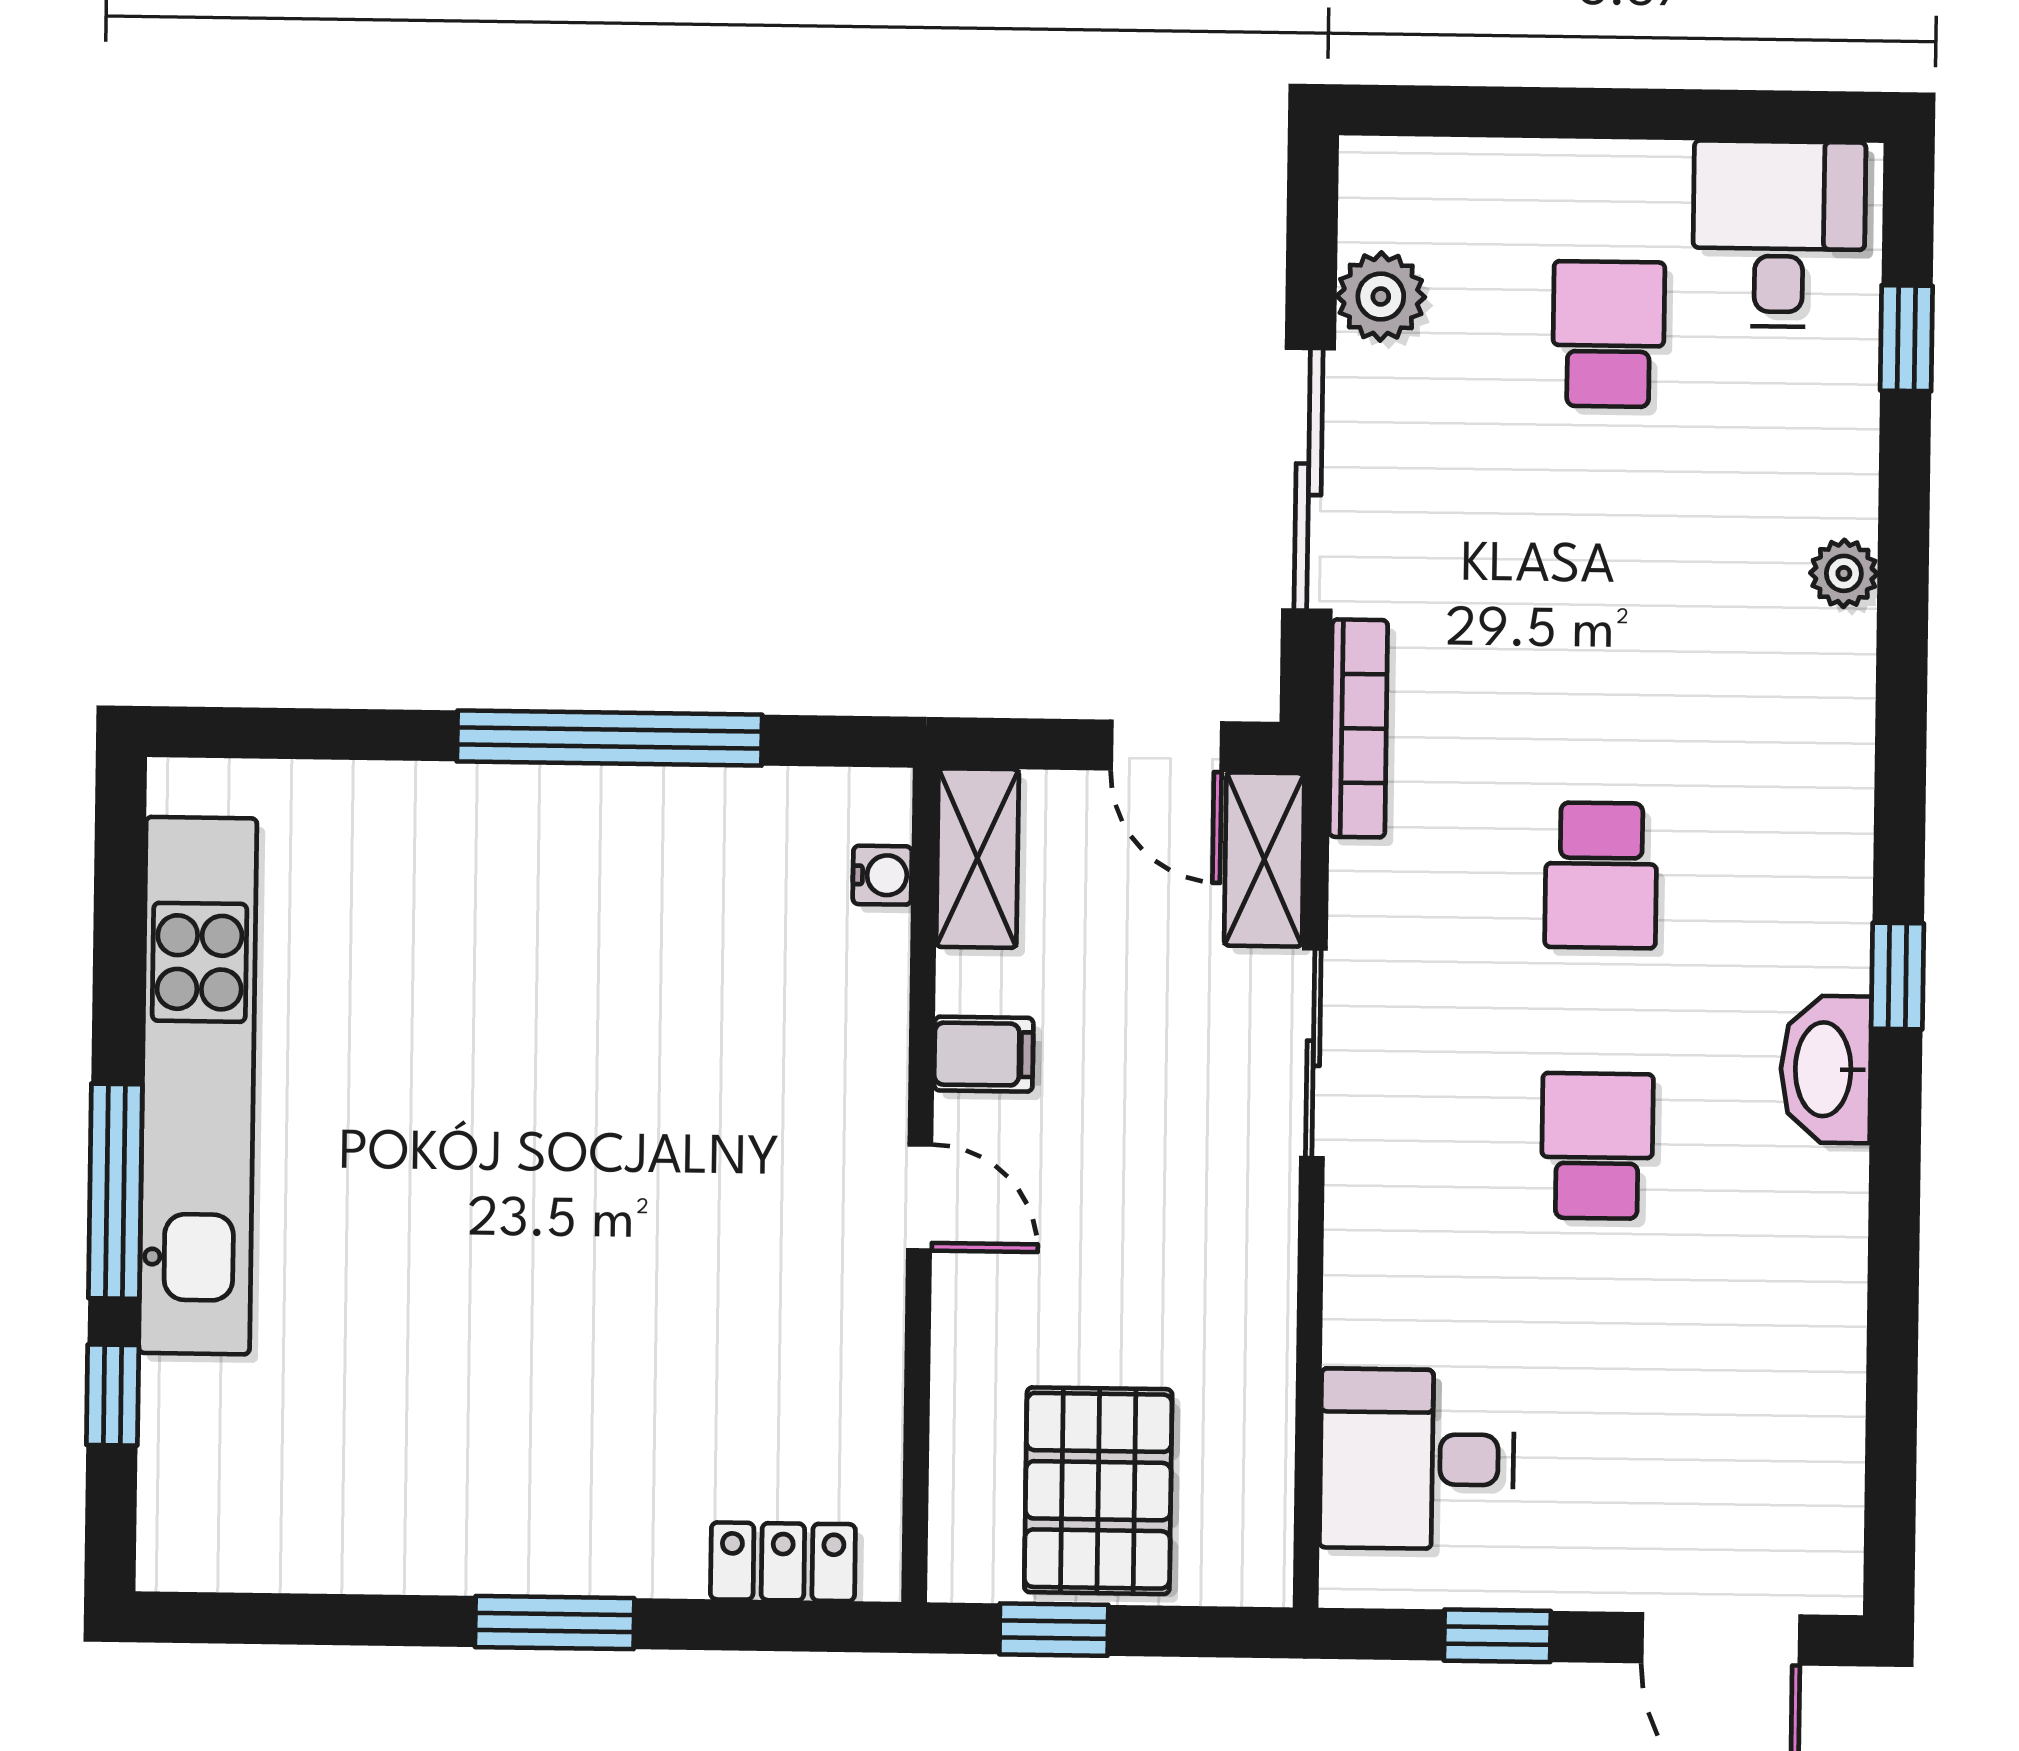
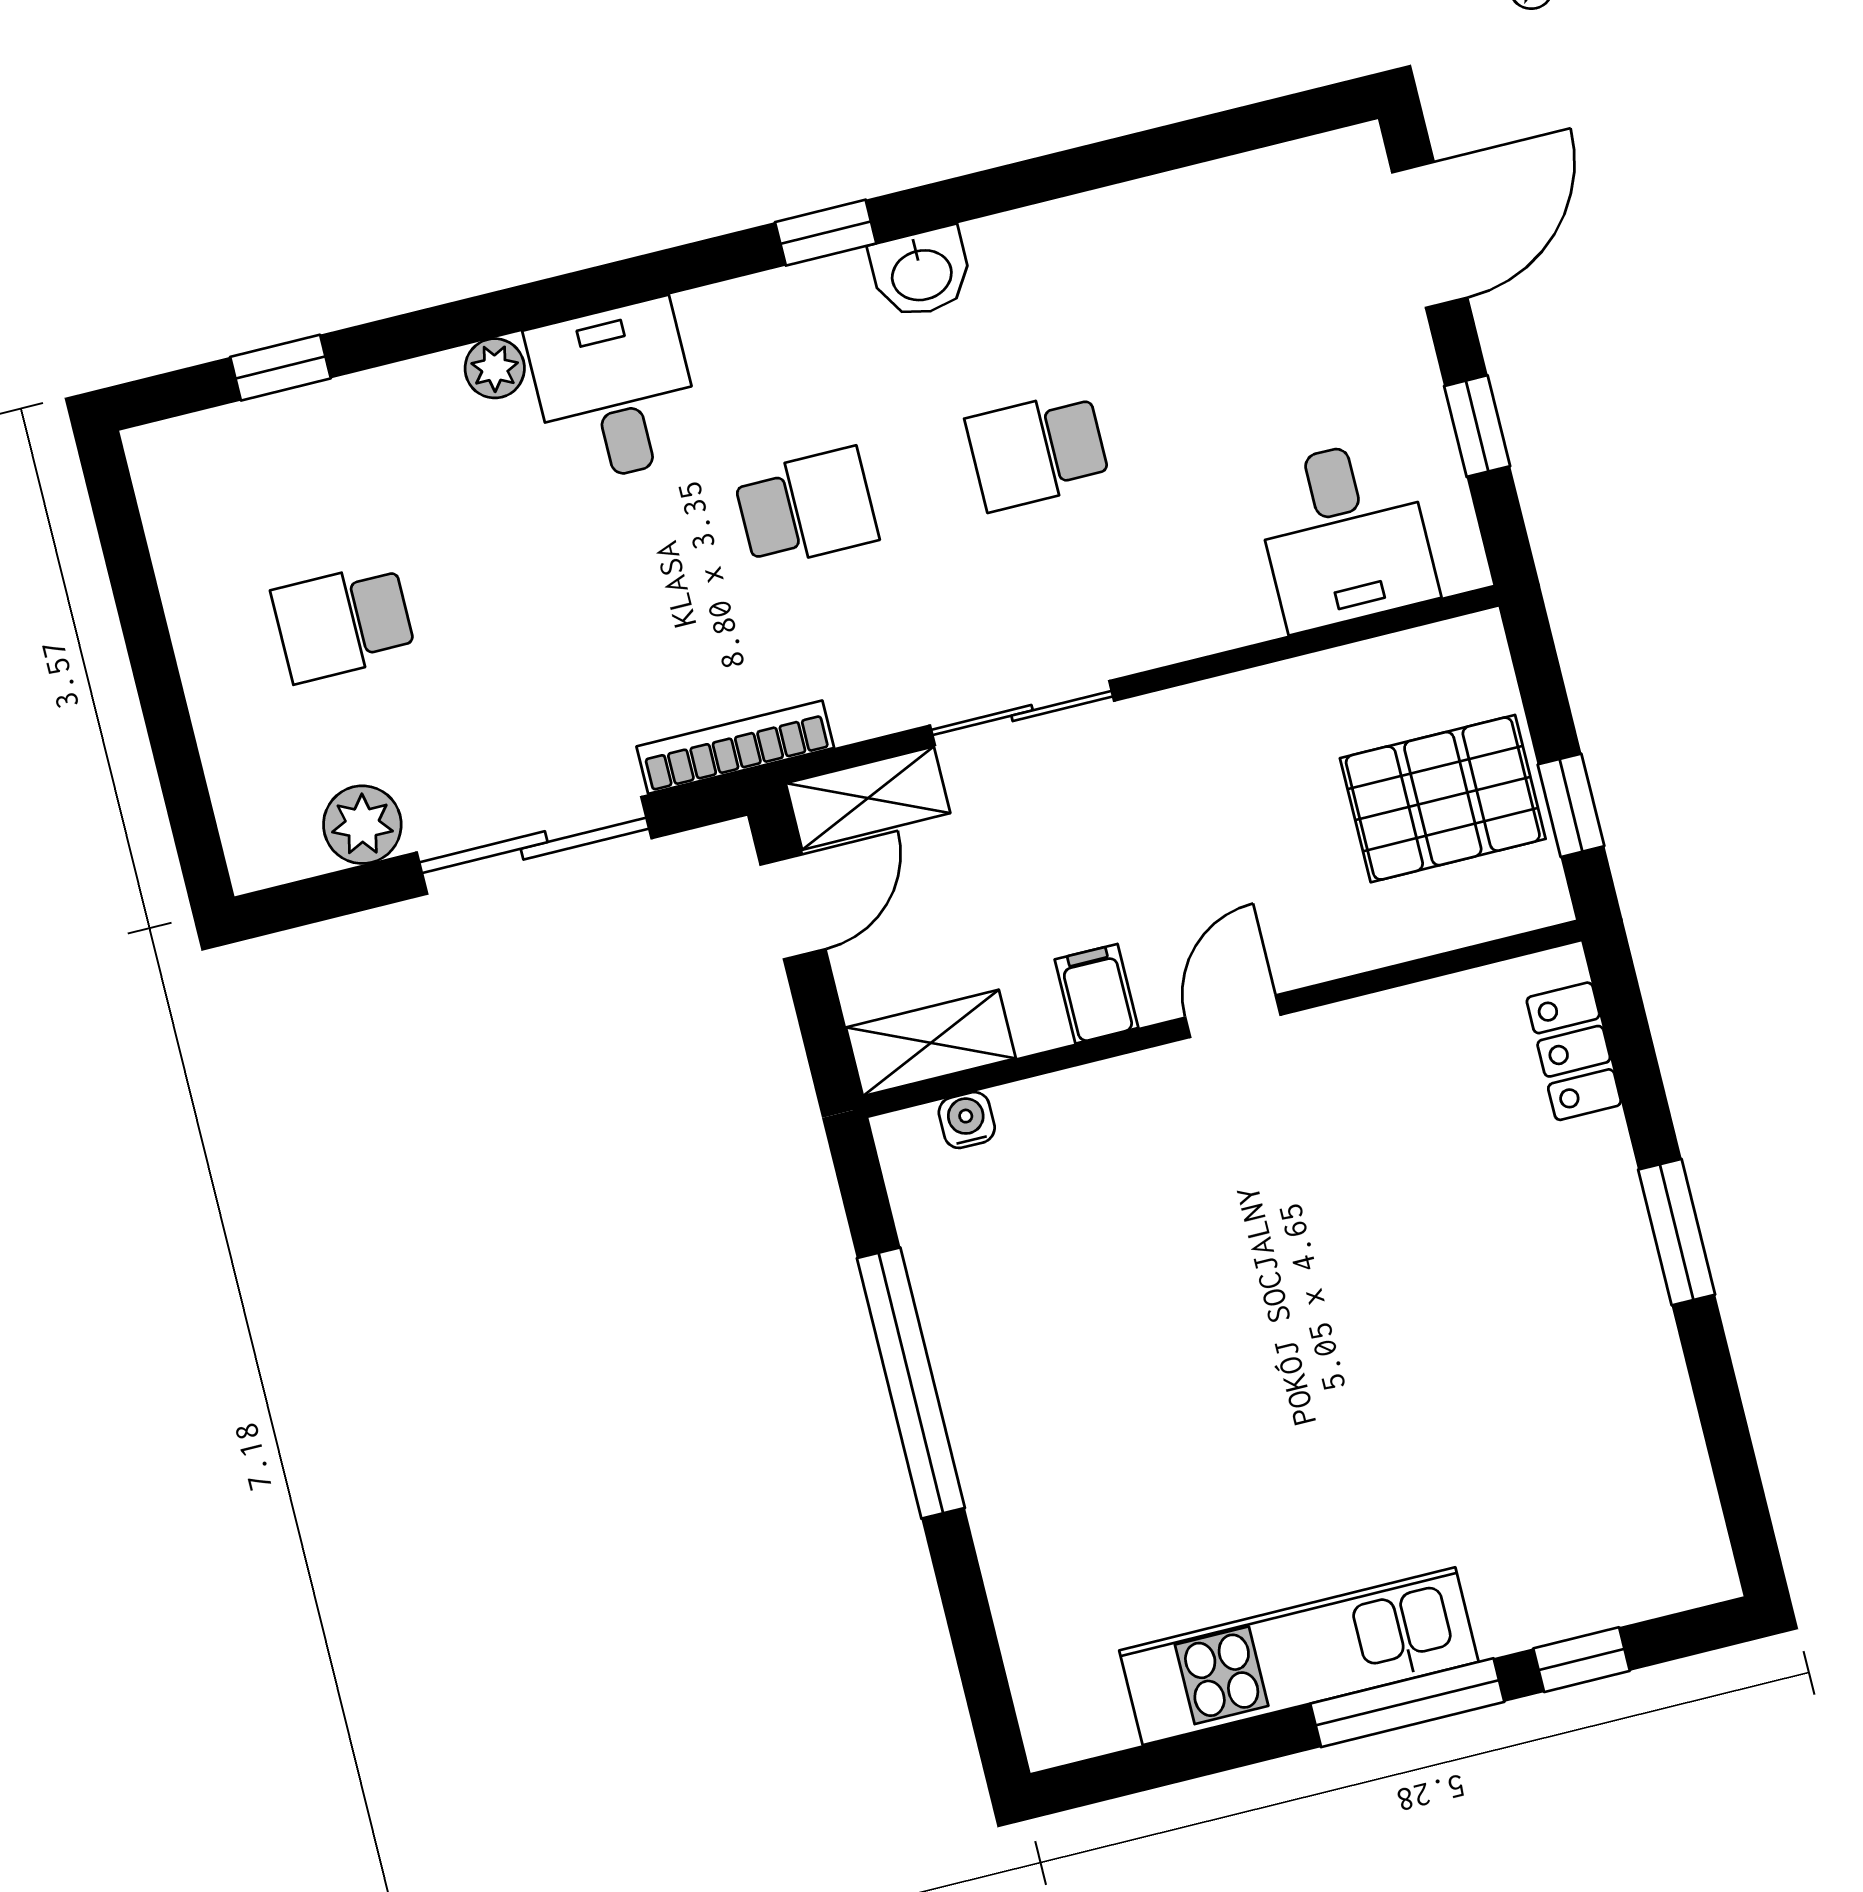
desk: (1779, 234) -> (615, 392), moved, turned 90
washbasin: (1826, 1069) -> (921, 273), width x0.72
kitchen unit: (198, 1086) -> (1299, 1656), width x0.73

